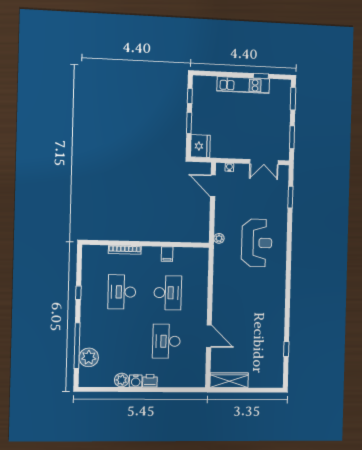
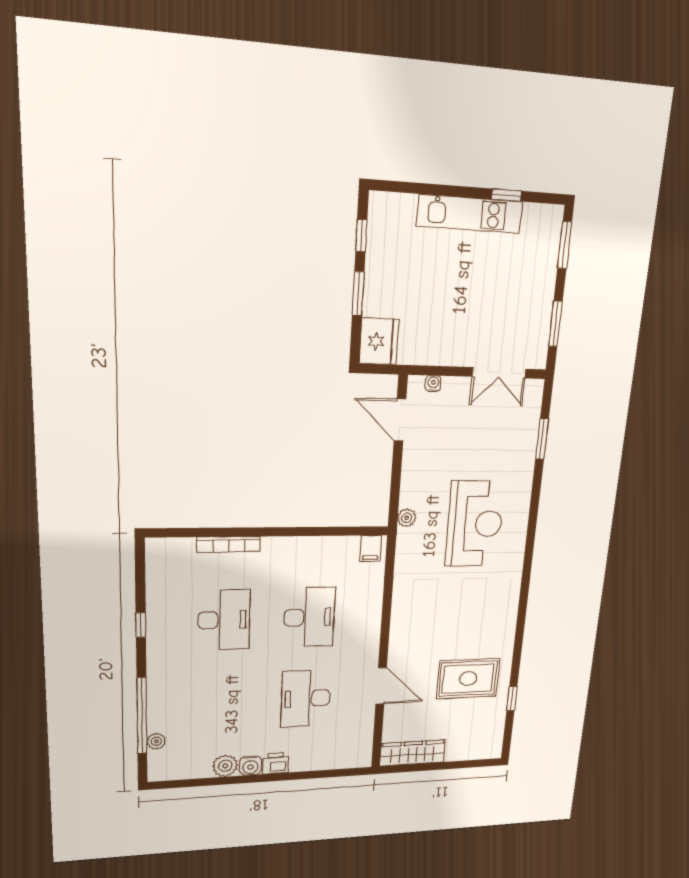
filing cabinet: (167, 254) -> (371, 549), moved
desk: (122, 292) -> (224, 620), turned 180
rug: (259, 335) -> (468, 679), added
plant: (89, 357) -> (156, 741), width x0.53, depth x0.53

